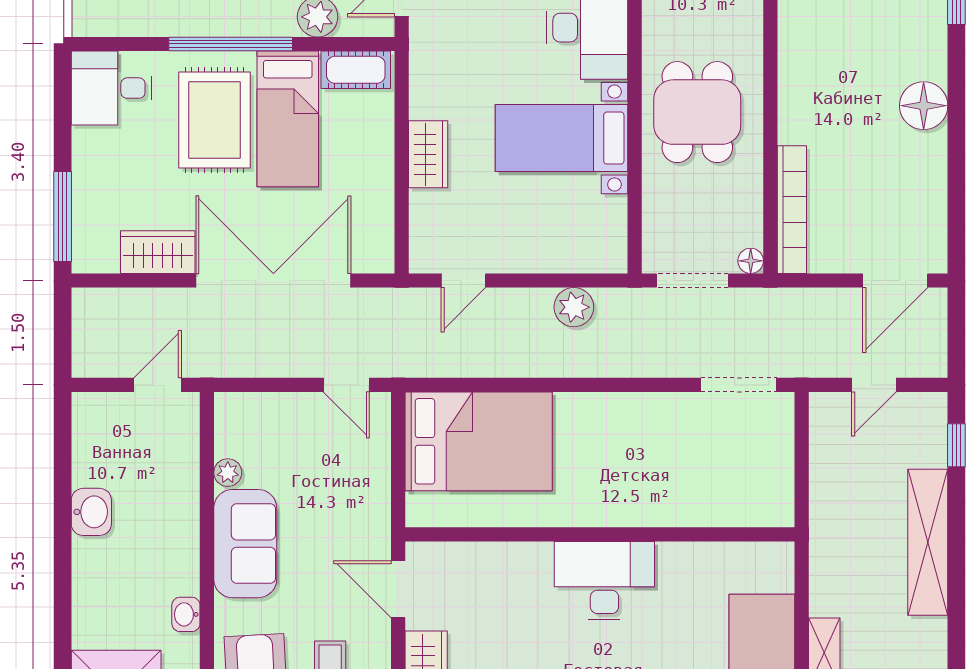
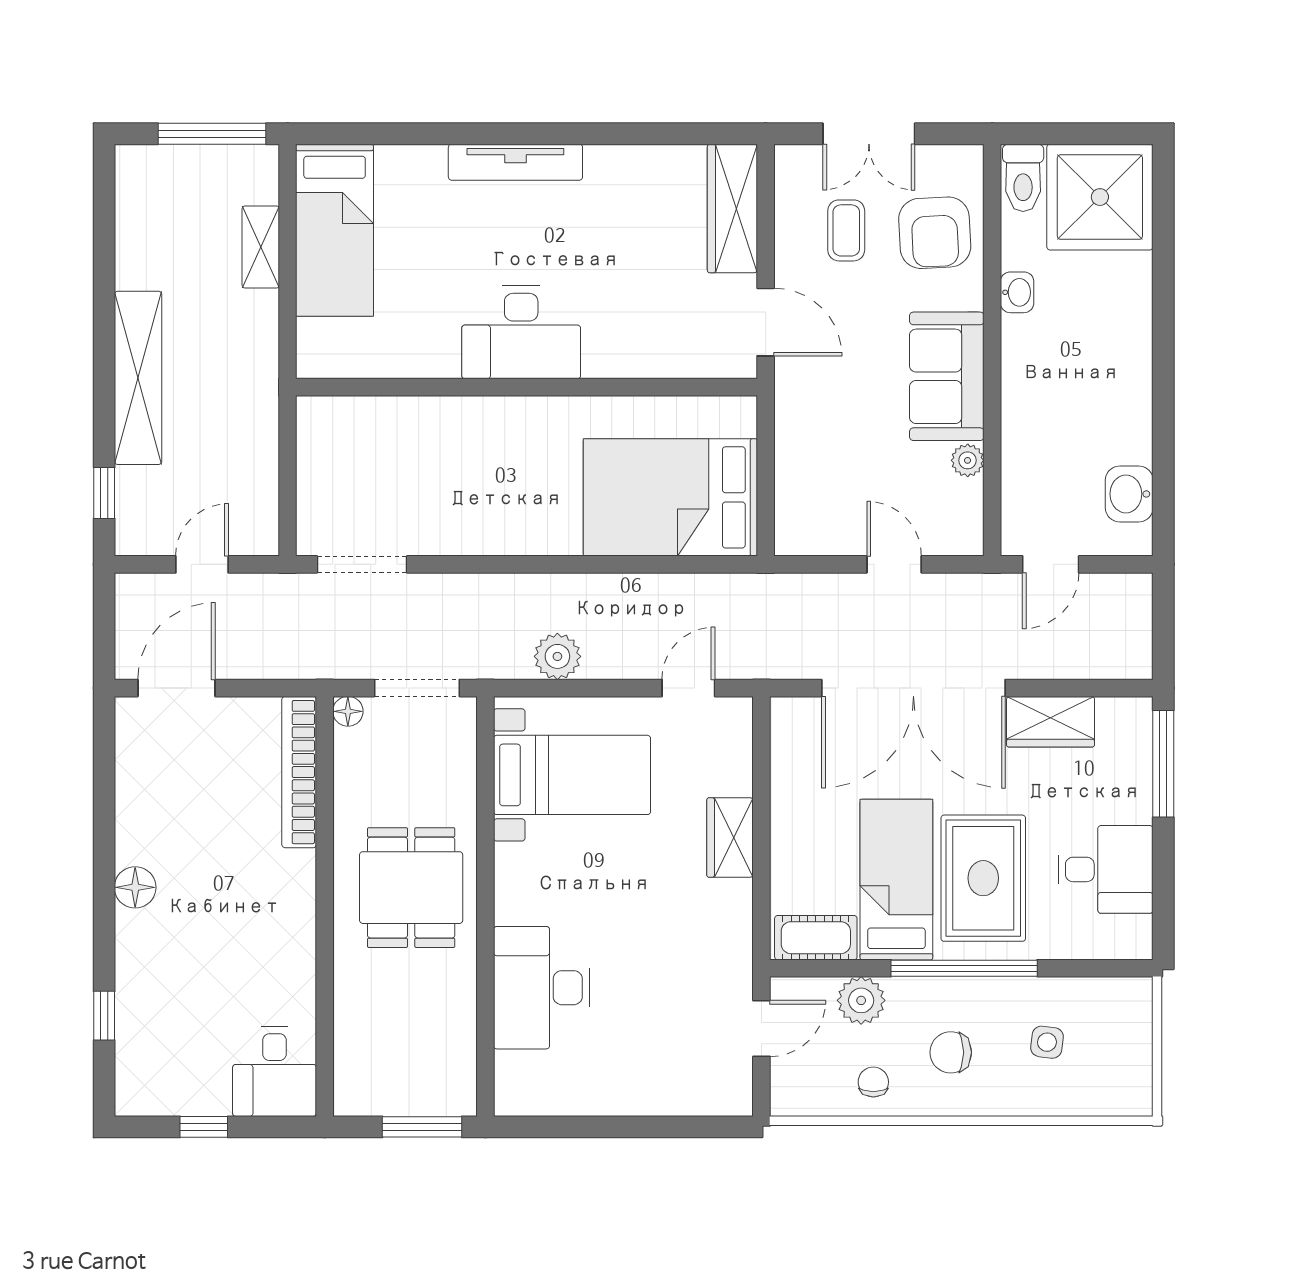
desk: (111, 88) -> (1105, 869), moved
floor lamp: (924, 106) -> (135, 887), width x0.73, depth x0.73
bed with nightstands: (562, 138) -> (572, 775), moved
door: (346, 385) -> (894, 564), moved
washbasin: (91, 512) -> (1129, 494), moved

